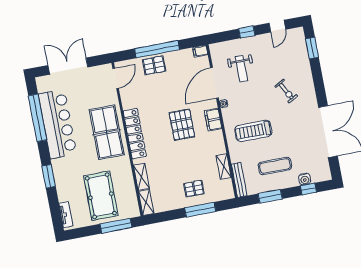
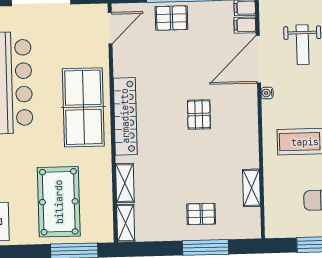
filing cabinet: (213, 120) -> (245, 25), moved, width x0.50
pallet: (182, 125) -> (199, 114), width x0.67, depth x0.71
bench: (239, 180) -> (272, 212), removed

